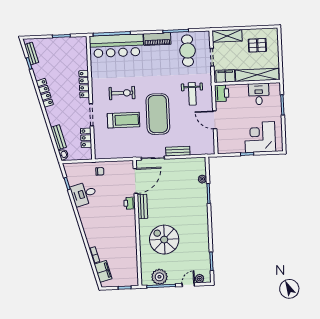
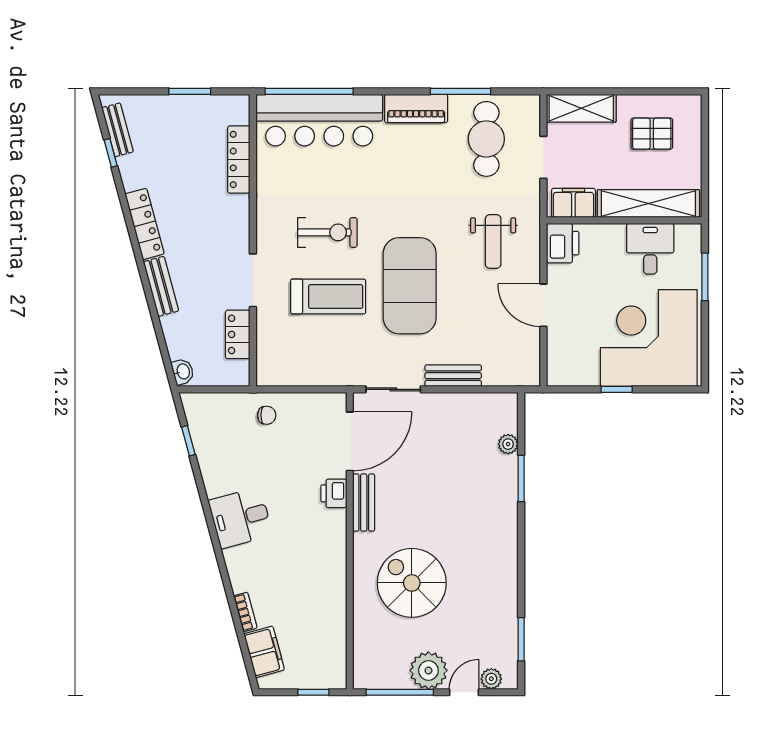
locker: (84, 84) -> (239, 159), moved
bench: (59, 137) -> (161, 286), moved
corner desk: (260, 137) -> (649, 338), width x1.36, depth x1.36
desk: (84, 194) -> (240, 518), moved
plant: (159, 277) -> (428, 670), moved

